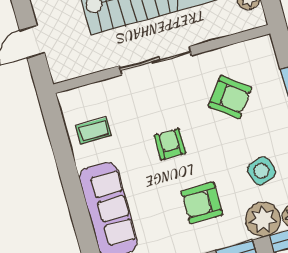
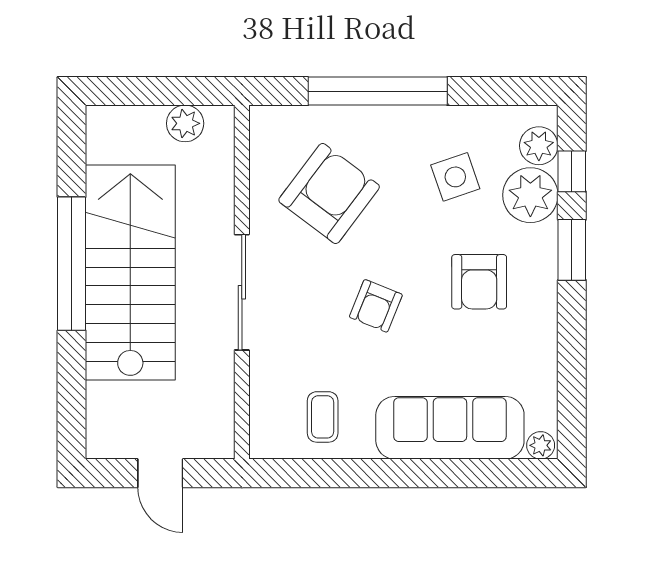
armchair: (230, 97) -> (329, 194), width x1.36, depth x1.36
armchair: (170, 144) -> (376, 306), turned -68

